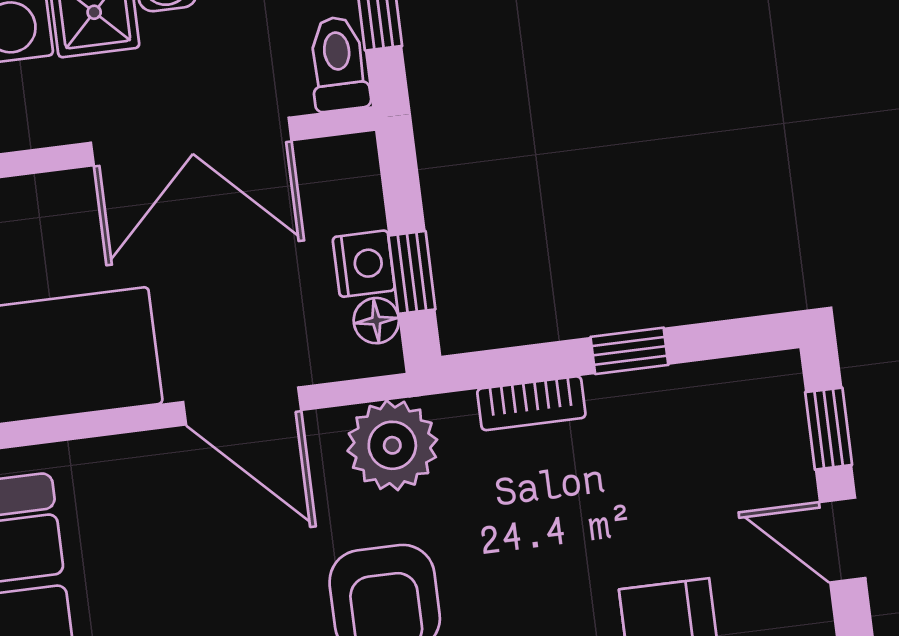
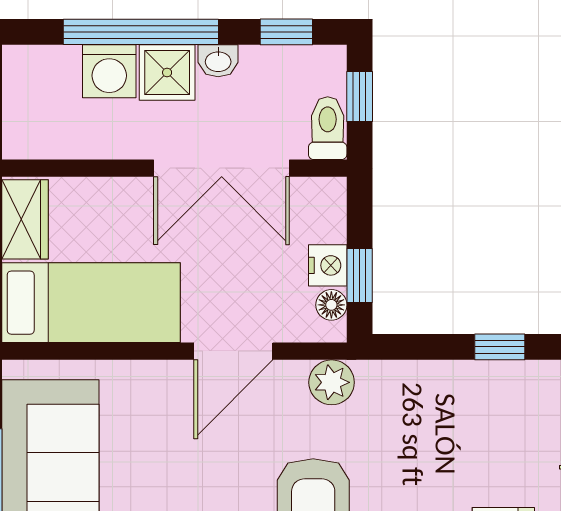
bookcase: (531, 403) -> (429, 374), removed
door: (242, 406) -> (233, 351), hinge flipped
plant: (392, 445) -> (332, 382), width x0.73, depth x0.73

